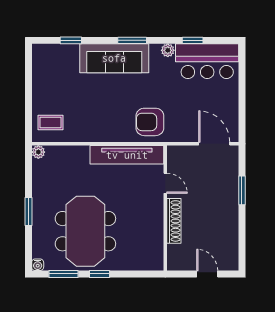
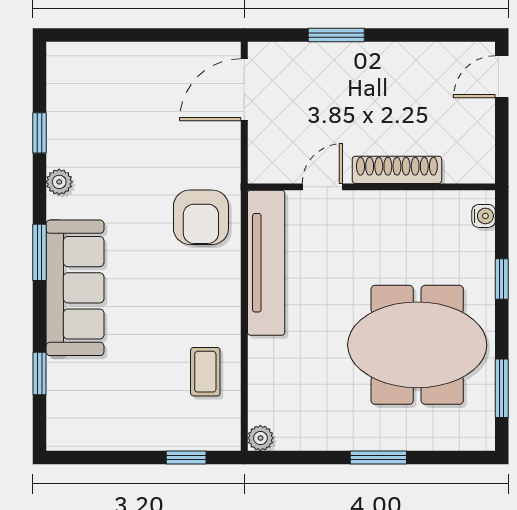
bar counter: (207, 61) -> (81, 104), removed
window: (28, 114) -> (186, 458), added
coffee table: (51, 123) -> (205, 372), moved
water cooler: (38, 265) -> (484, 216), moved
window: (99, 274) -> (502, 279), moved
door: (207, 274) -> (502, 77), moved

